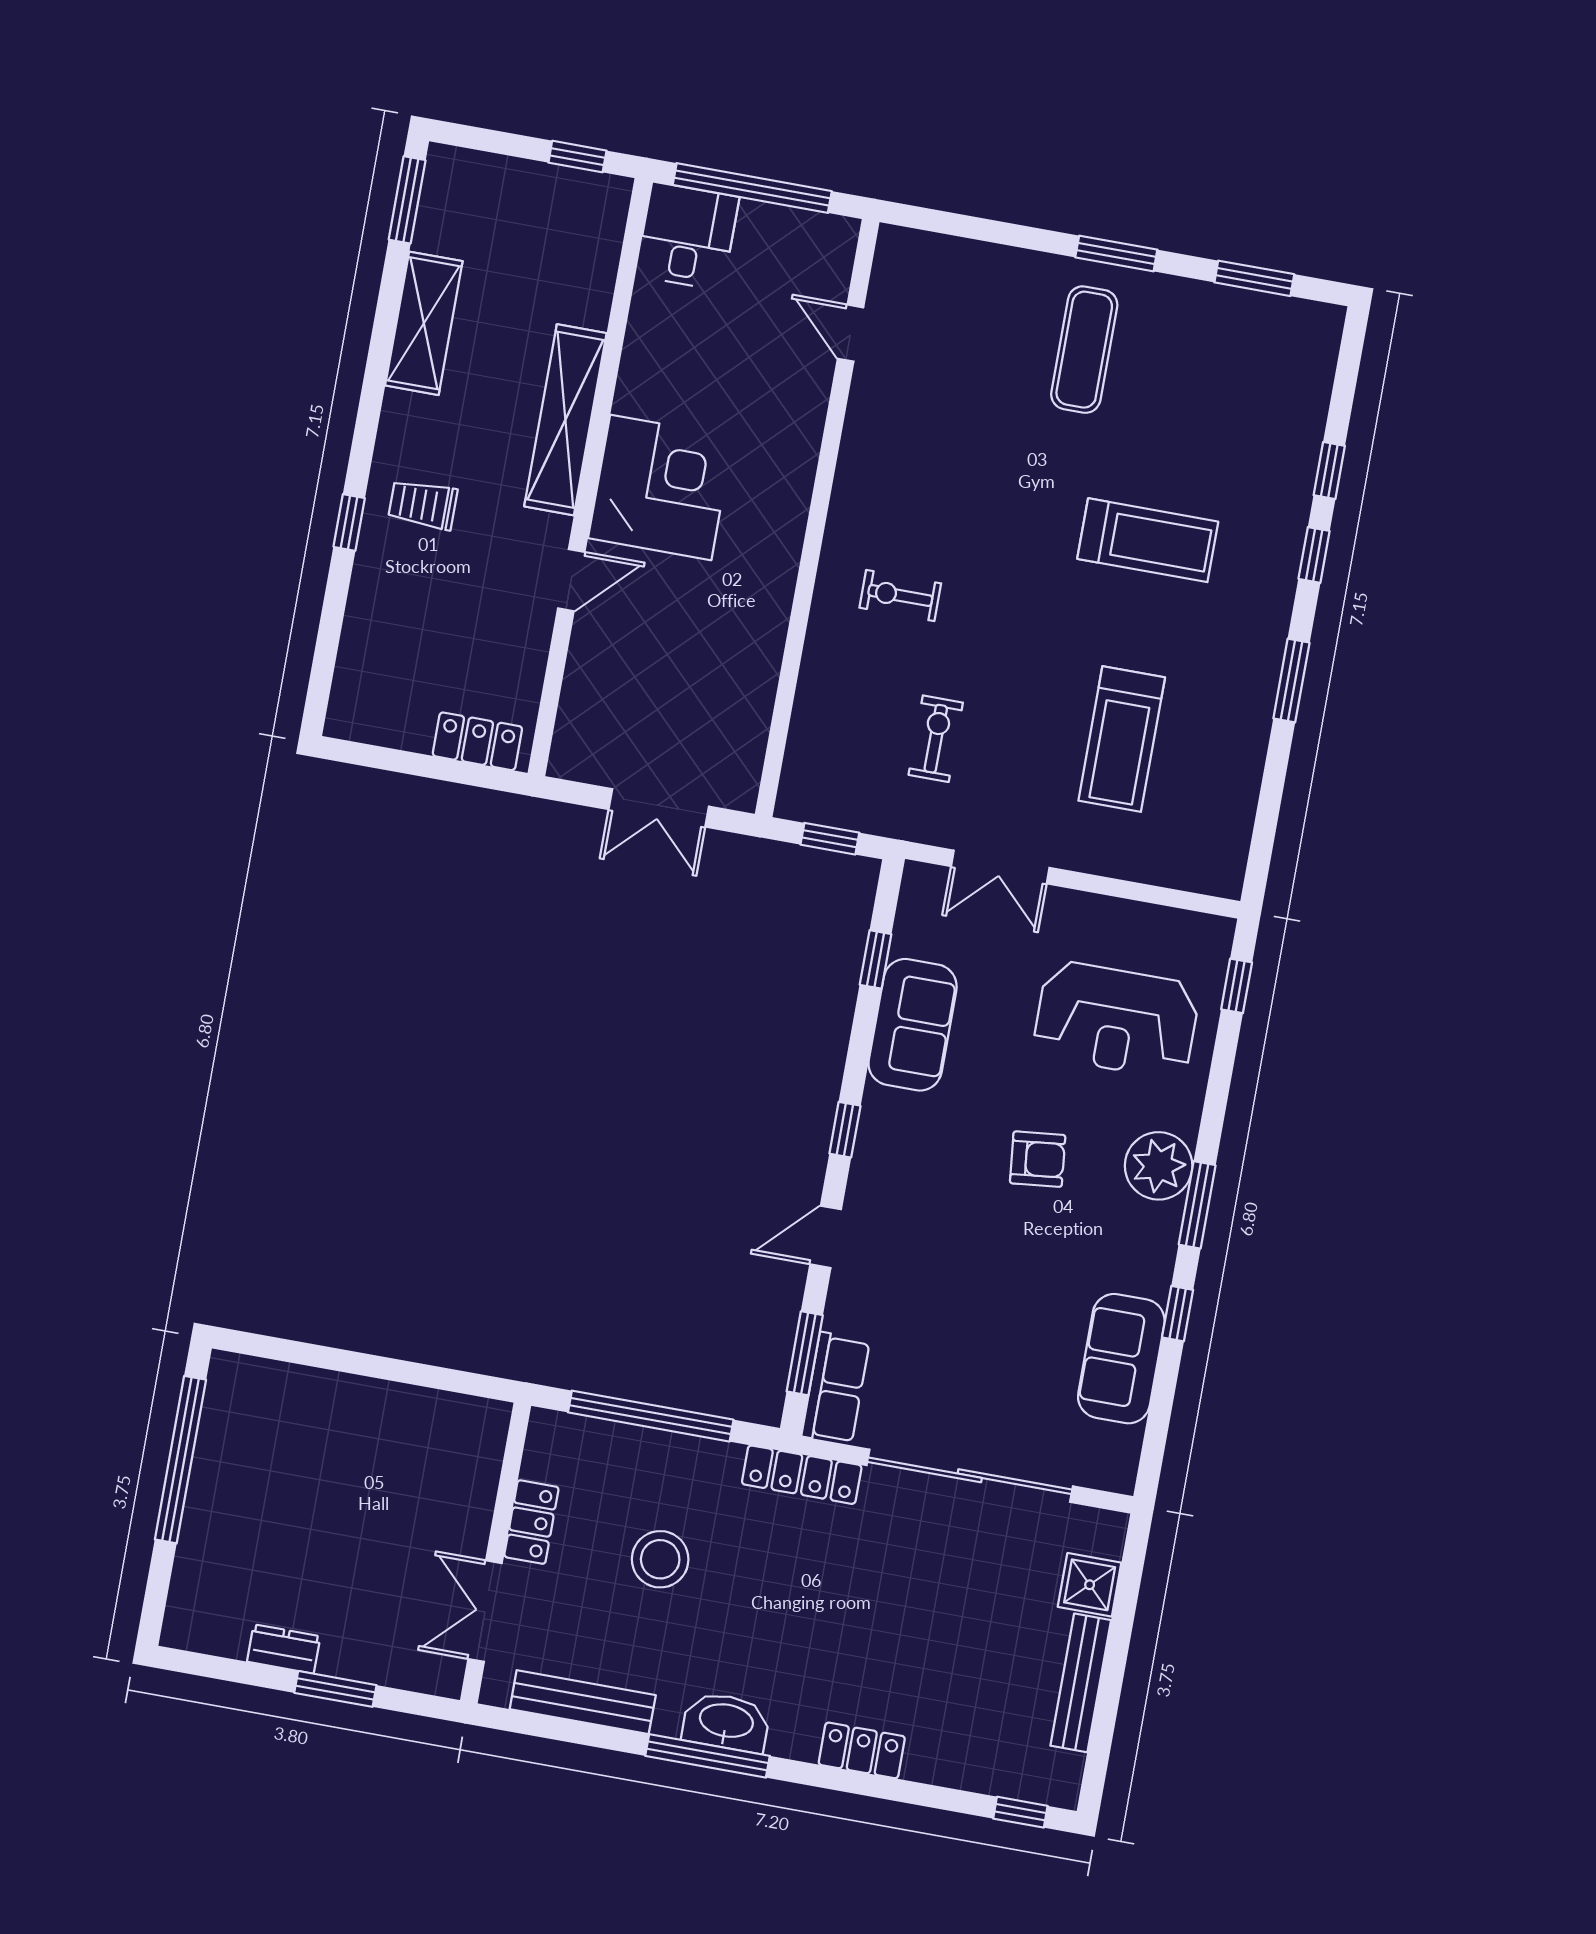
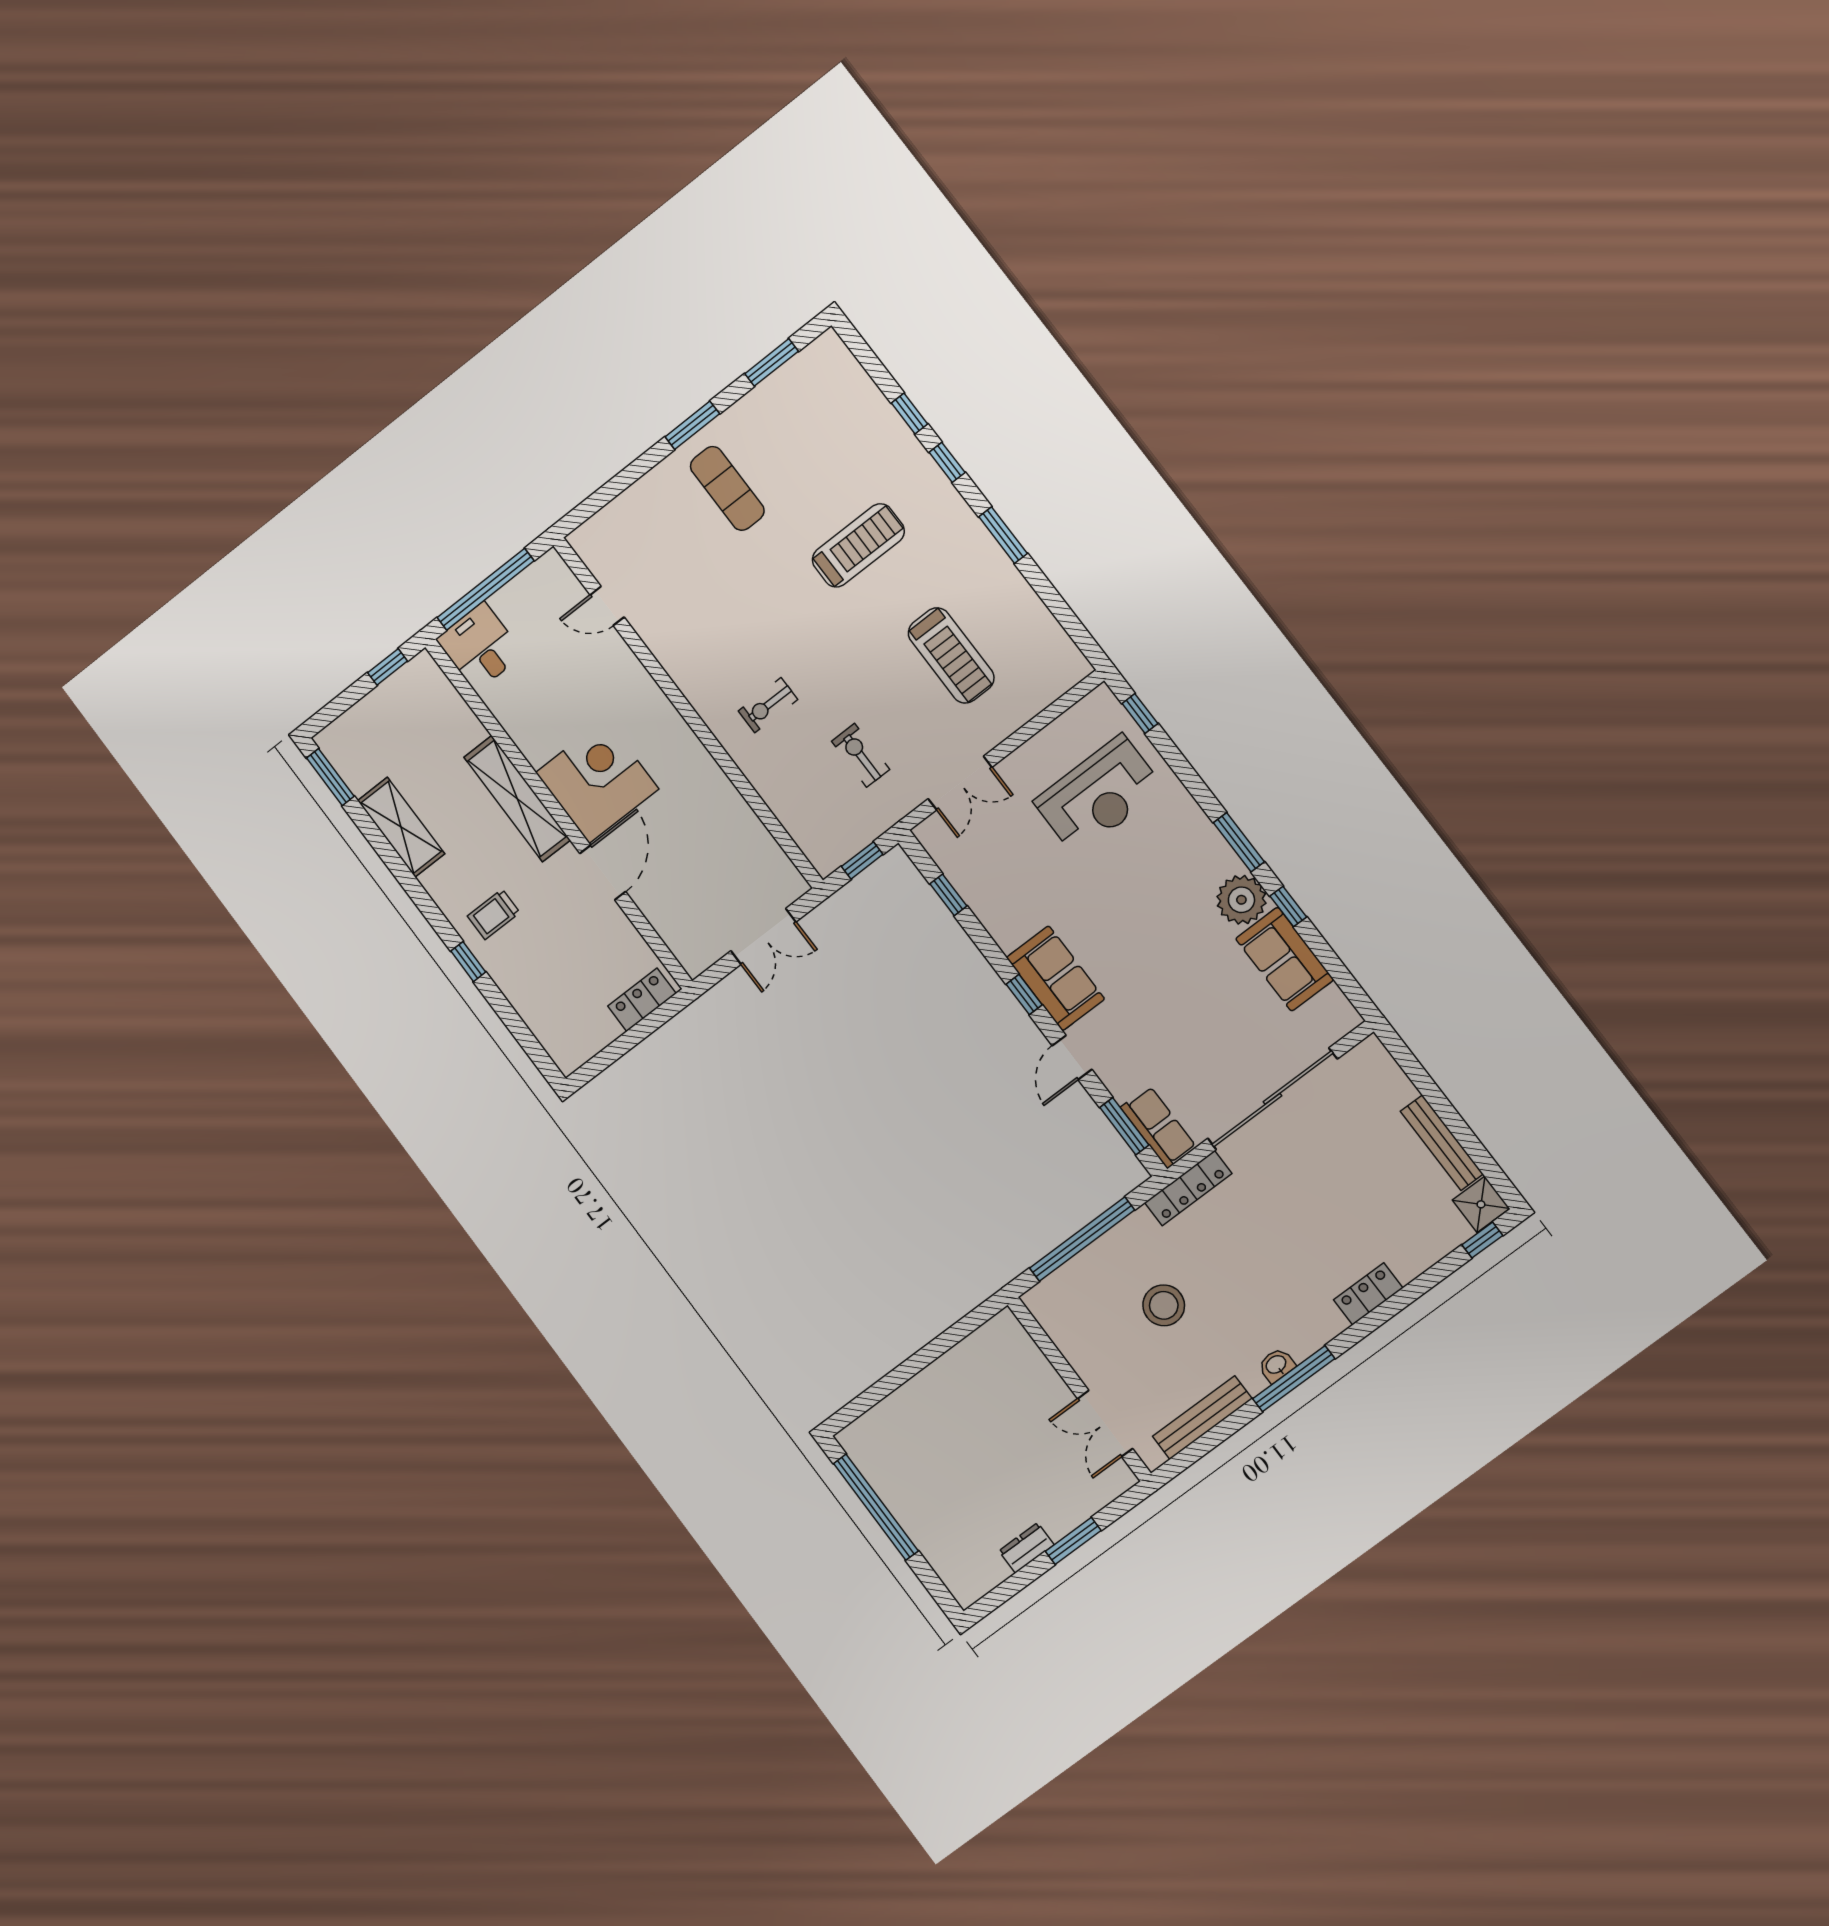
door: (571, 580) -> (603, 873), width x1.38
sofa: (913, 1025) -> (1056, 978), moved
armchair: (1038, 1159) -> (1135, 906), removed
plant: (1159, 1166) -> (1241, 900), moved
locker: (531, 1522) -> (1080, 1355), removed
shower: (1090, 1585) -> (1481, 1204), moved
washbasin: (726, 1722) -> (1276, 1365), width x0.52, depth x0.69

